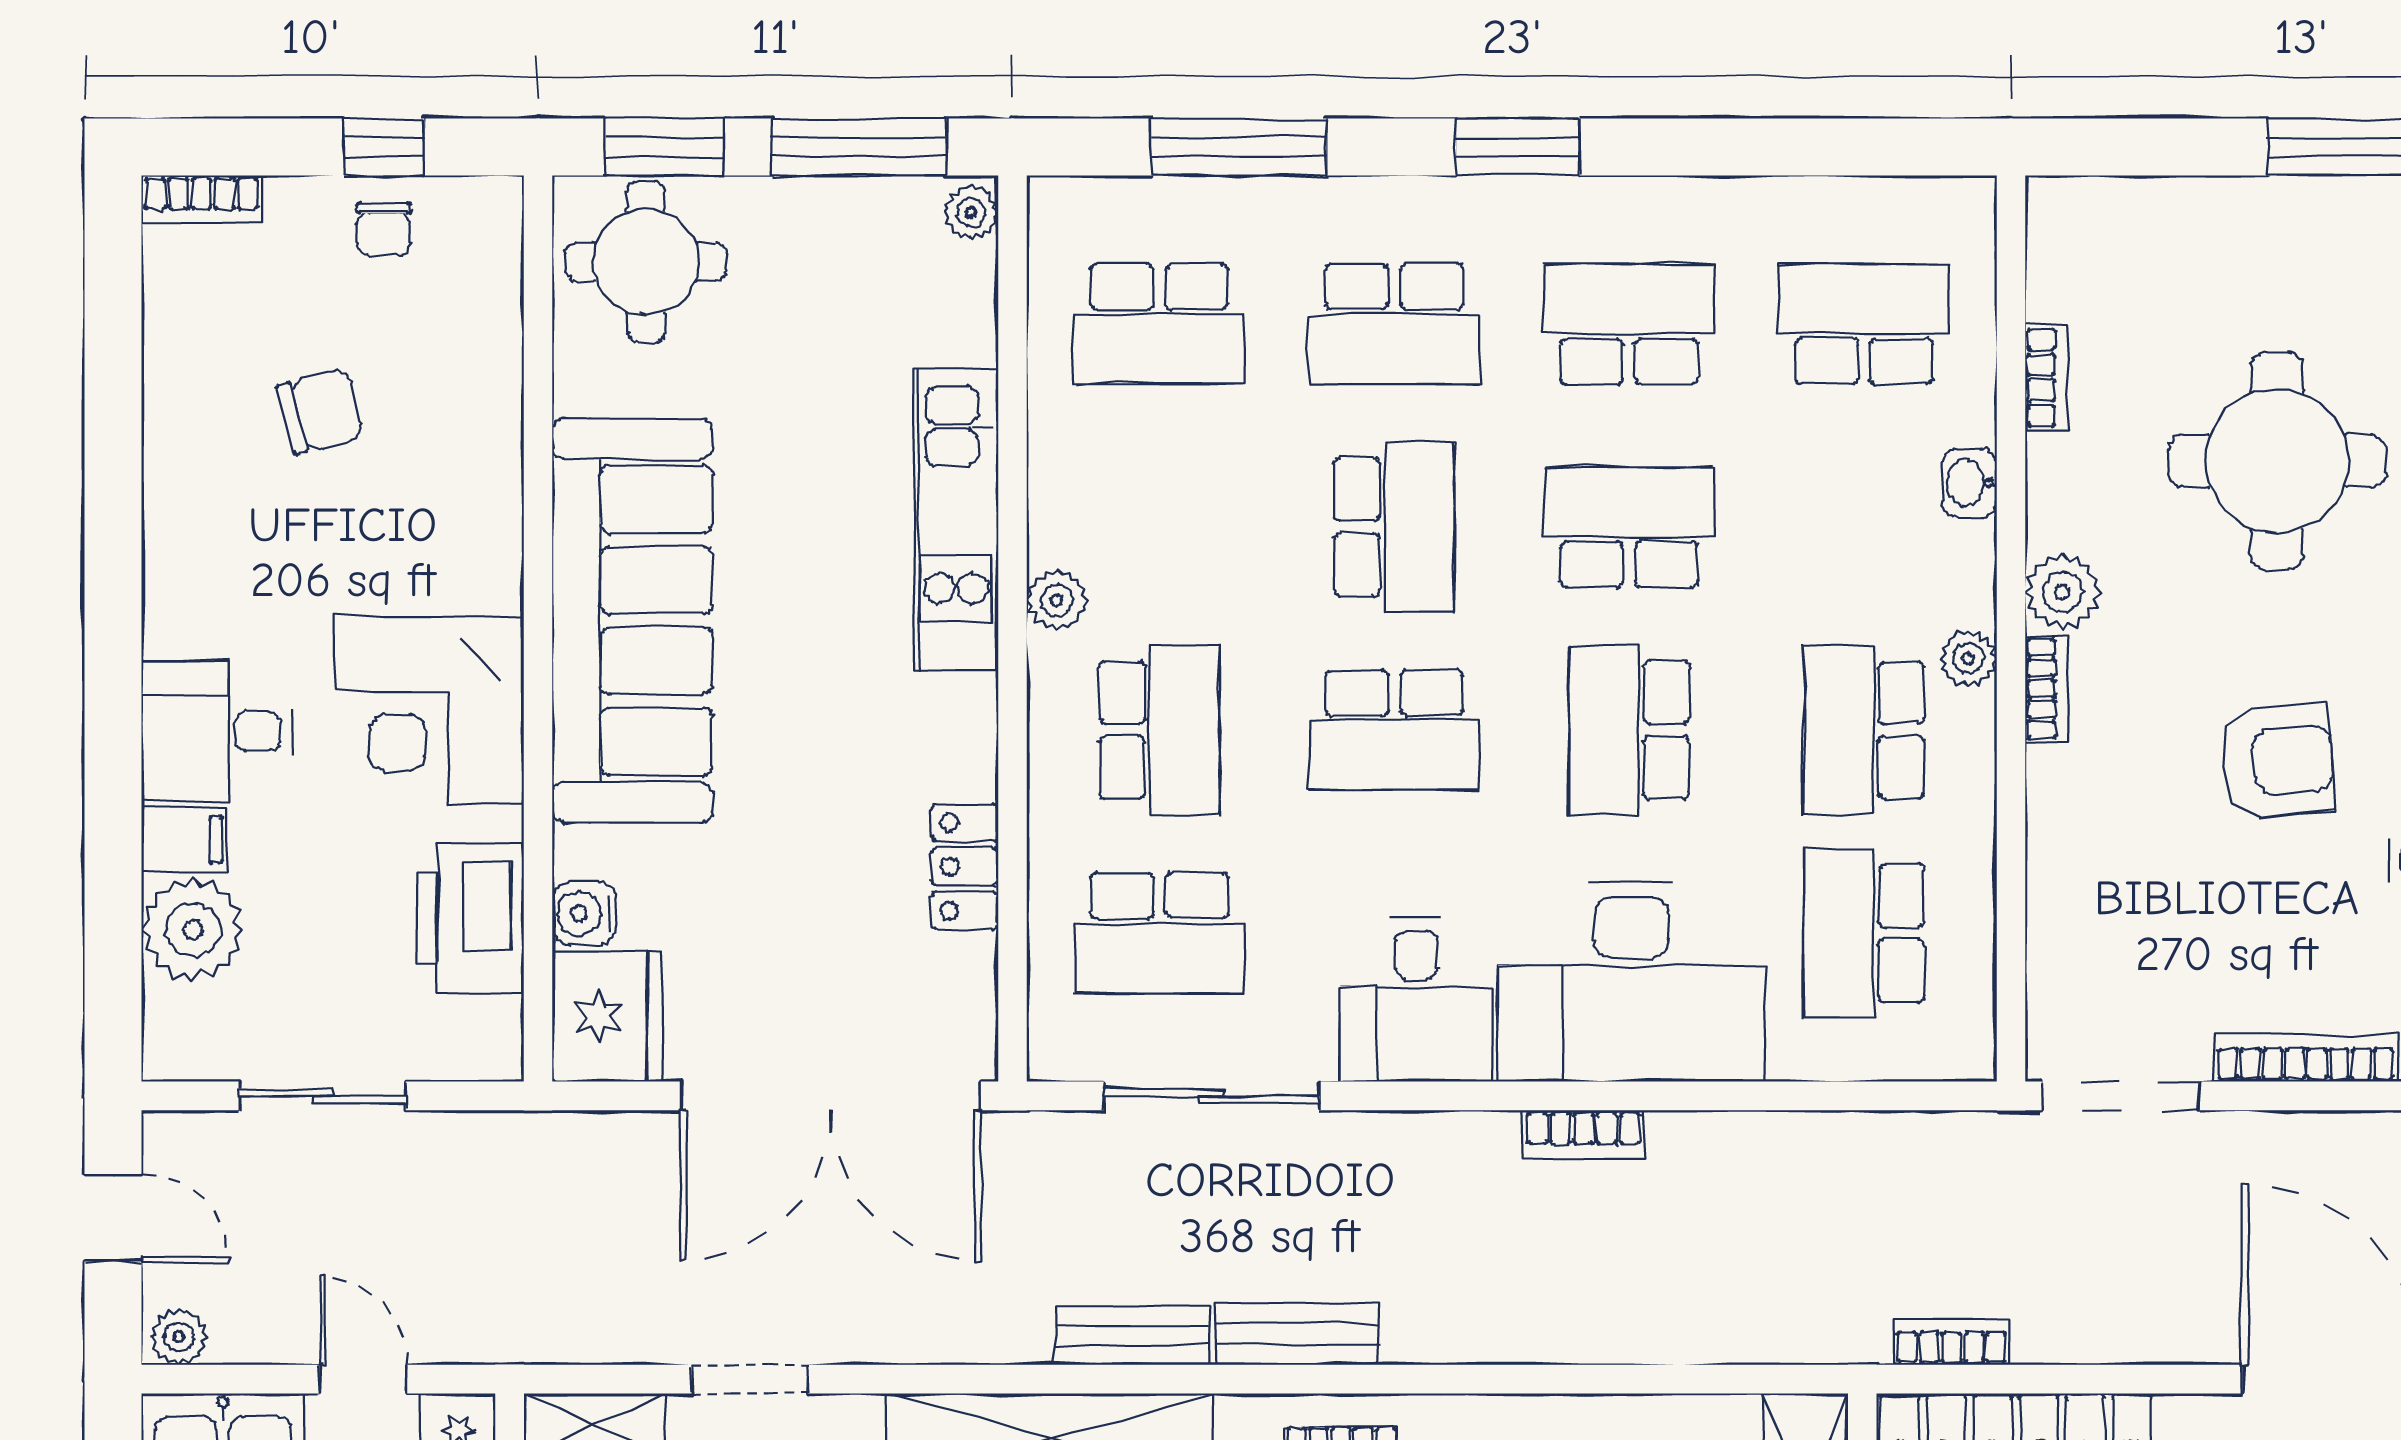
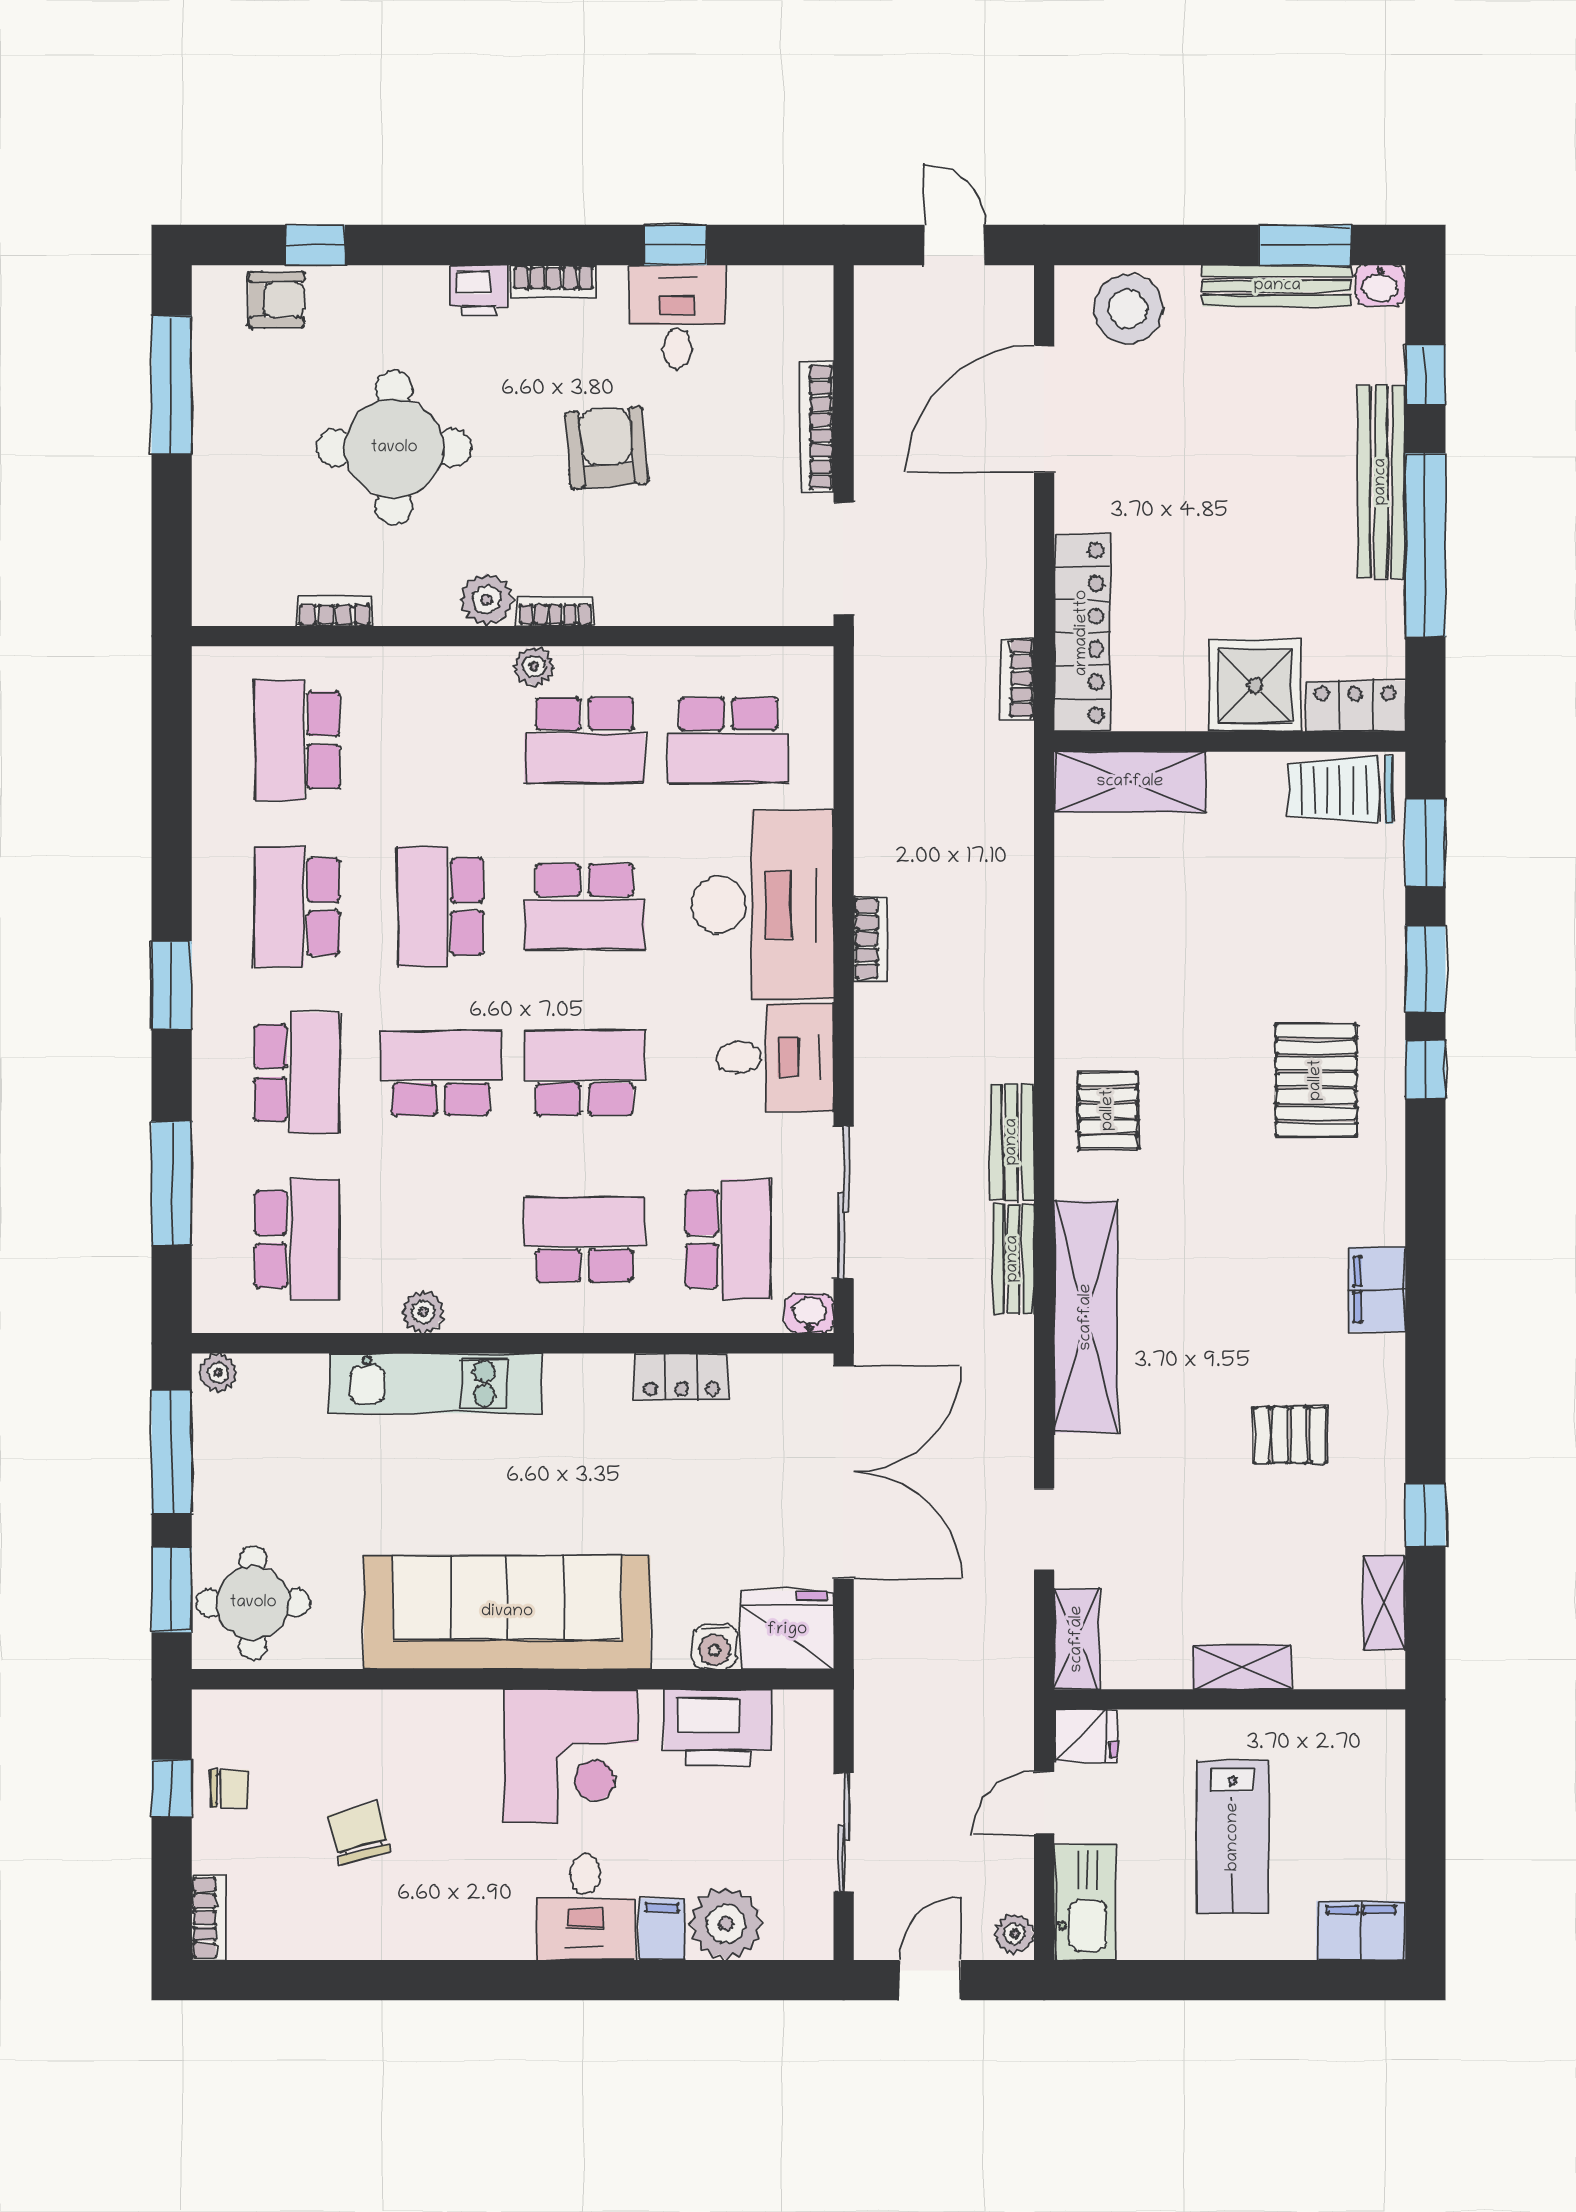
washbasin: (1969, 483) -> (809, 1314), moved, turned 180
plant: (1057, 600) -> (423, 1312), moved
school desk: (1394, 730) -> (585, 1073), turned -90

